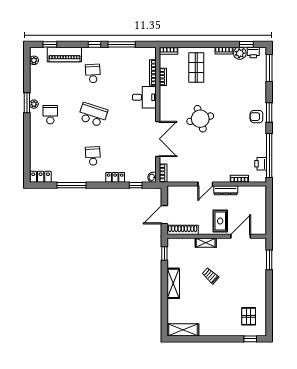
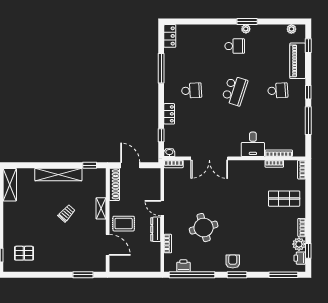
round table: (200, 119) -> (204, 228), moved
shelving: (173, 283) -> (58, 174), width x1.47

